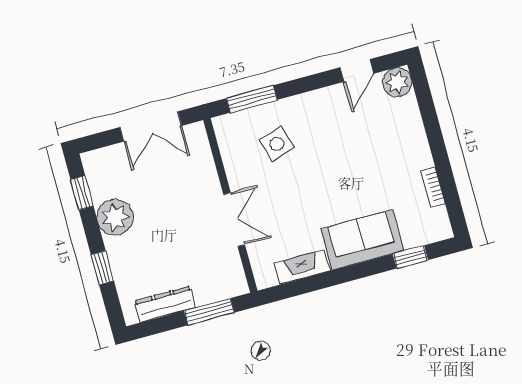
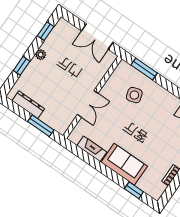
plant: (115, 217) -> (41, 55), width x0.53, depth x0.53

